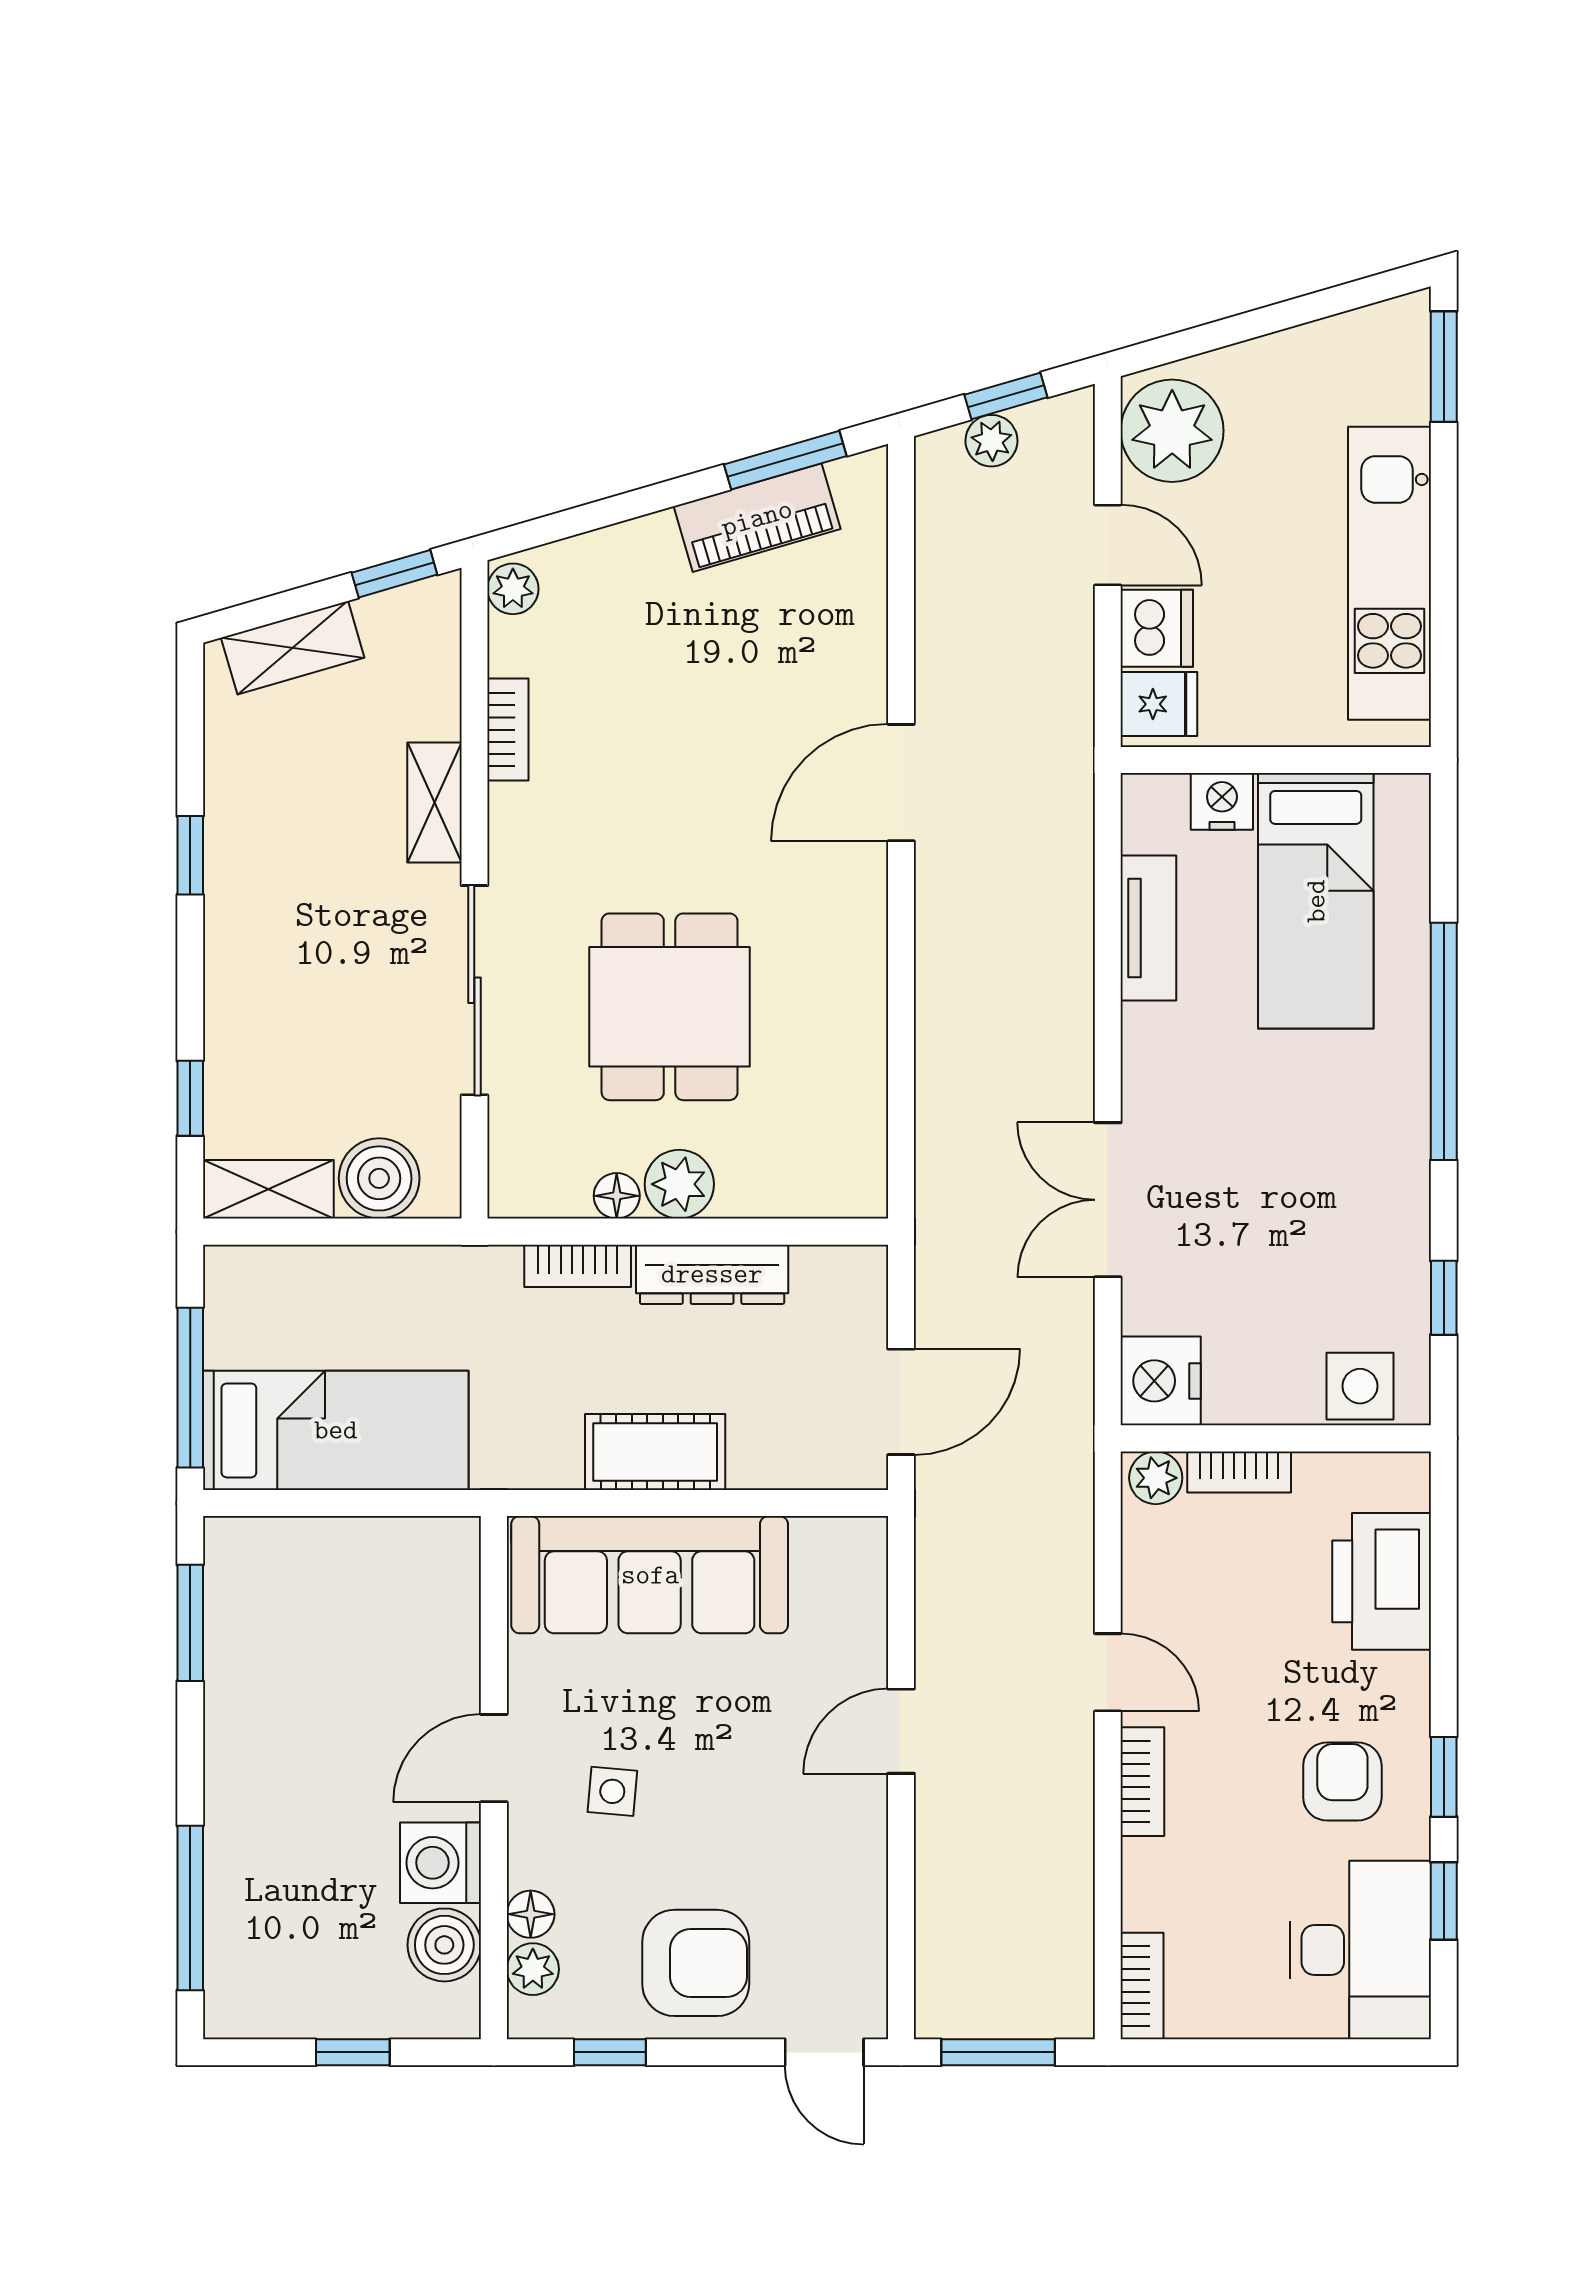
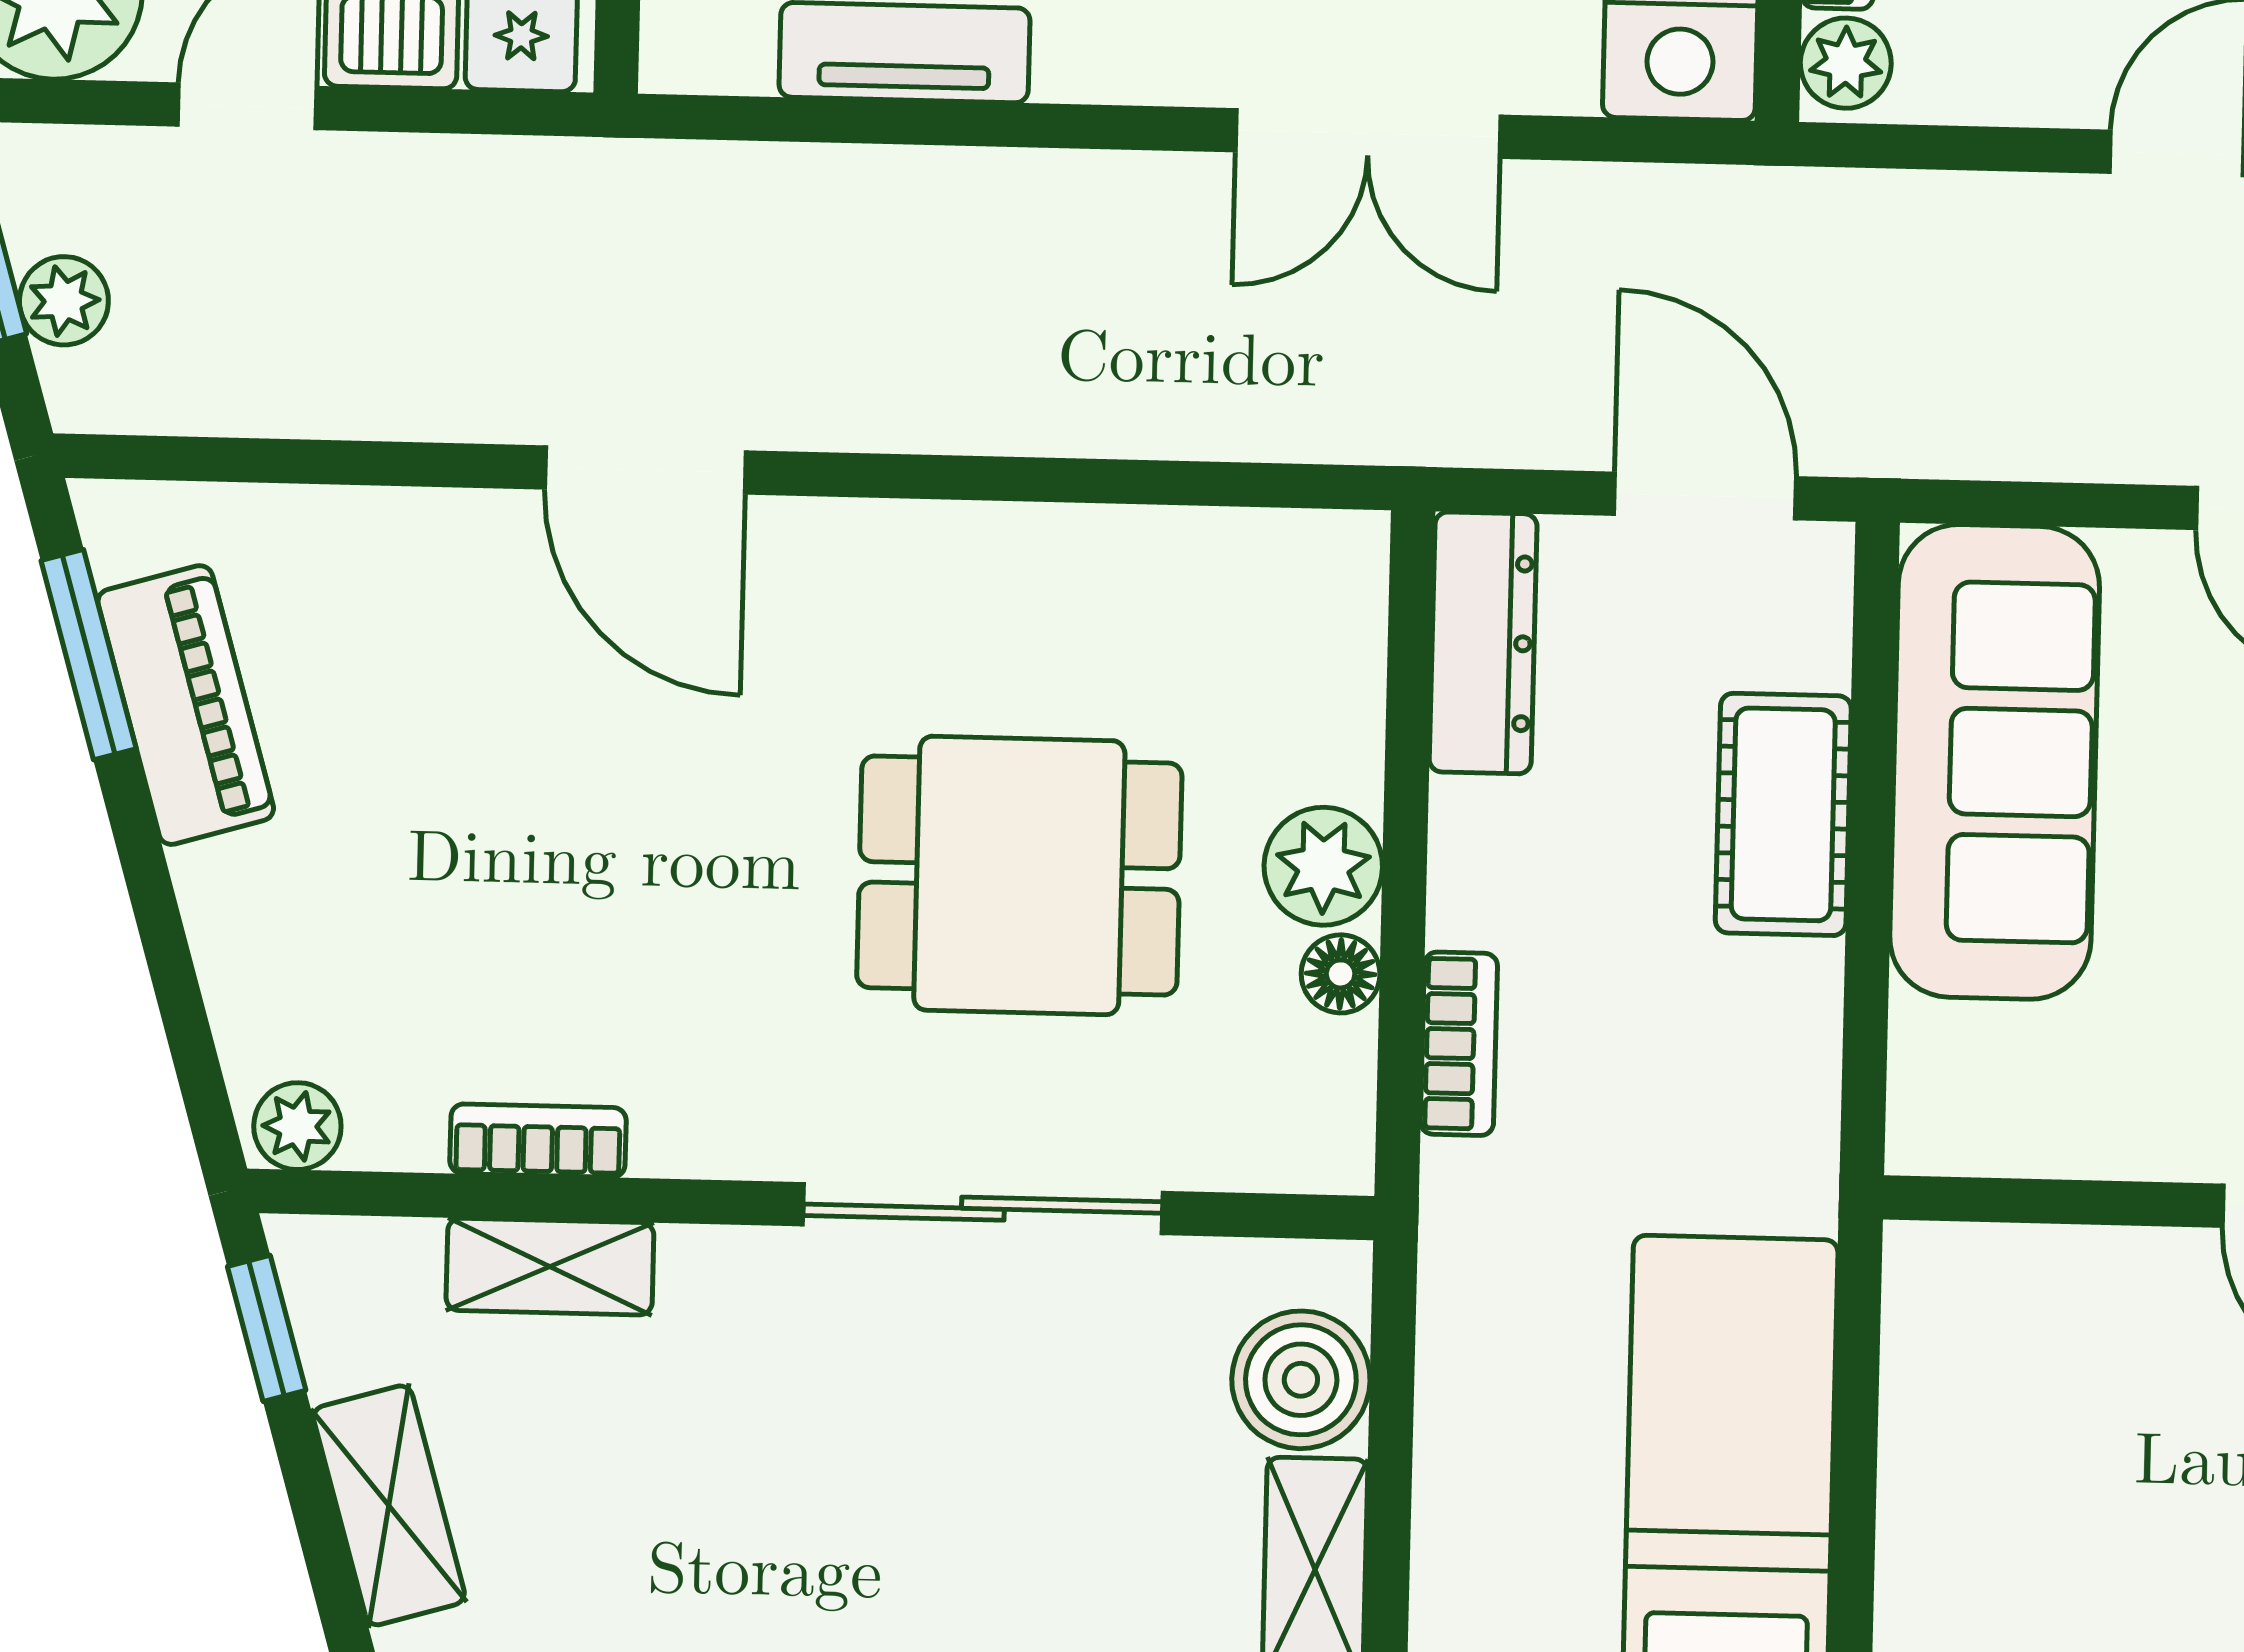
shelving: (435, 802) -> (550, 1267), moved
dresser: (712, 1274) -> (1483, 643), moved
cot: (655, 1452) -> (1783, 814), moved
sofa: (650, 1575) -> (1995, 762), moved

